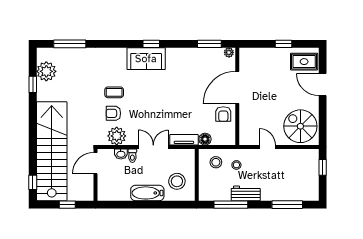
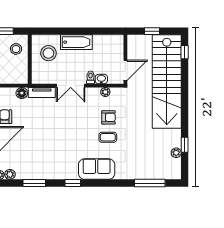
window: (209, 44) -> (34, 183), moved
plant: (218, 53) -> (10, 174), added
sofa: (146, 59) -> (97, 169), moved
plant: (46, 71) -> (176, 153), width x0.53, depth x0.53
plant: (117, 136) -> (105, 92), width x0.53, depth x0.53
stool: (216, 162) -> (16, 49), moved

